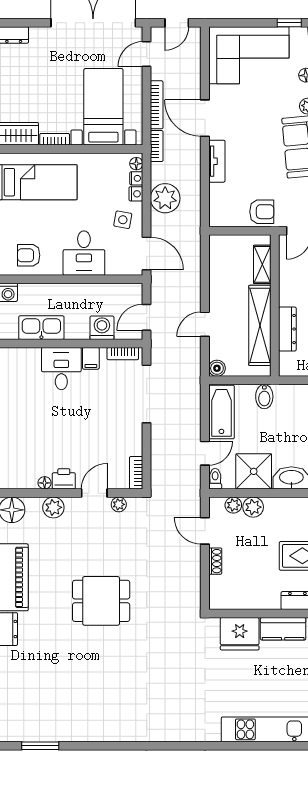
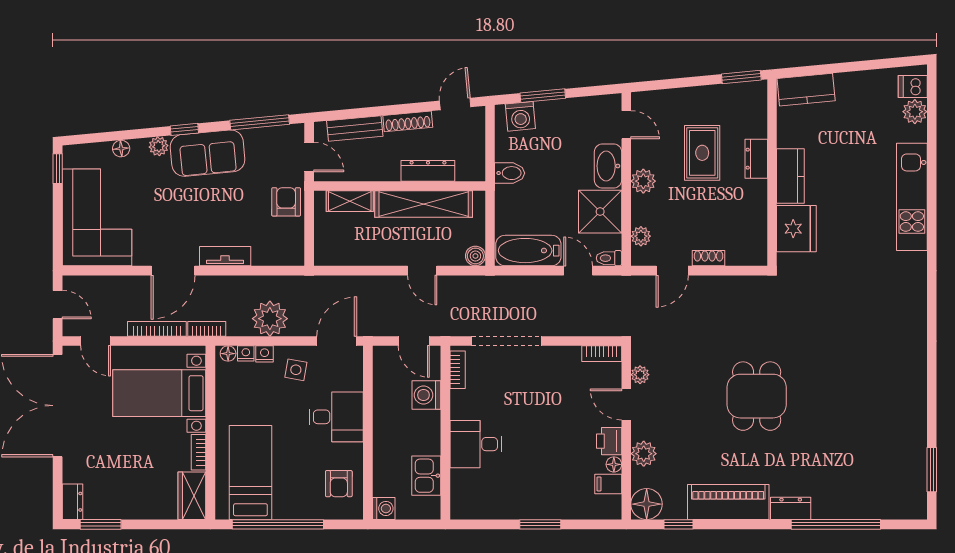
kitchen sink: (41, 328) -> (426, 476), width x0.73
filing cabinet: (91, 358) -> (608, 484), moved, turned 180
bidet: (264, 397) -> (510, 173), moved
plant: (253, 507) -> (643, 181), moved

